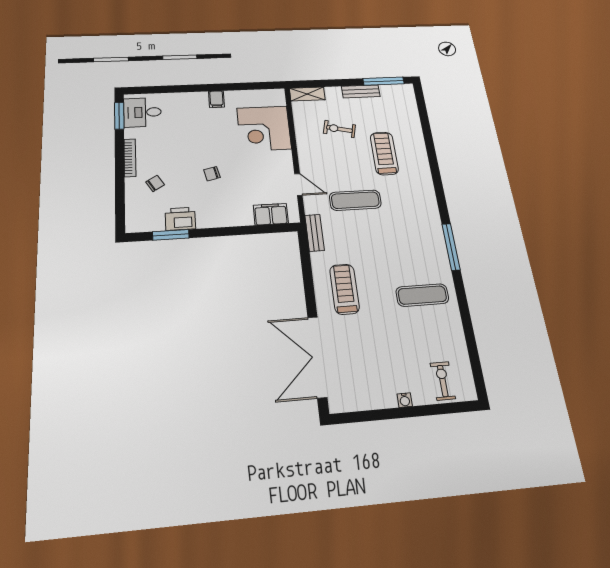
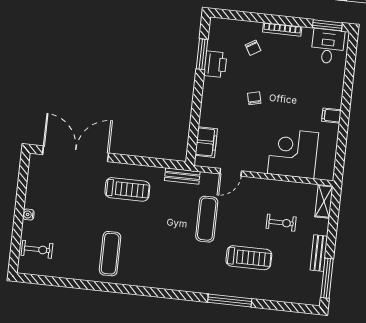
exercise bike: (339, 129) -> (281, 223), turned 77
window: (451, 247) -> (230, 300), moved

